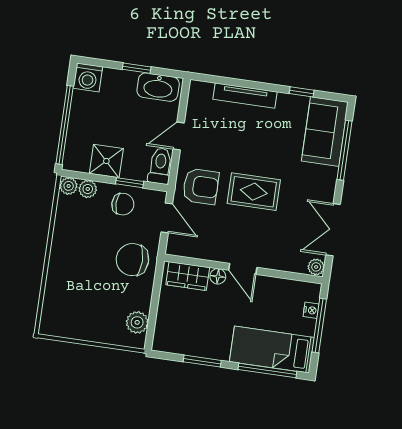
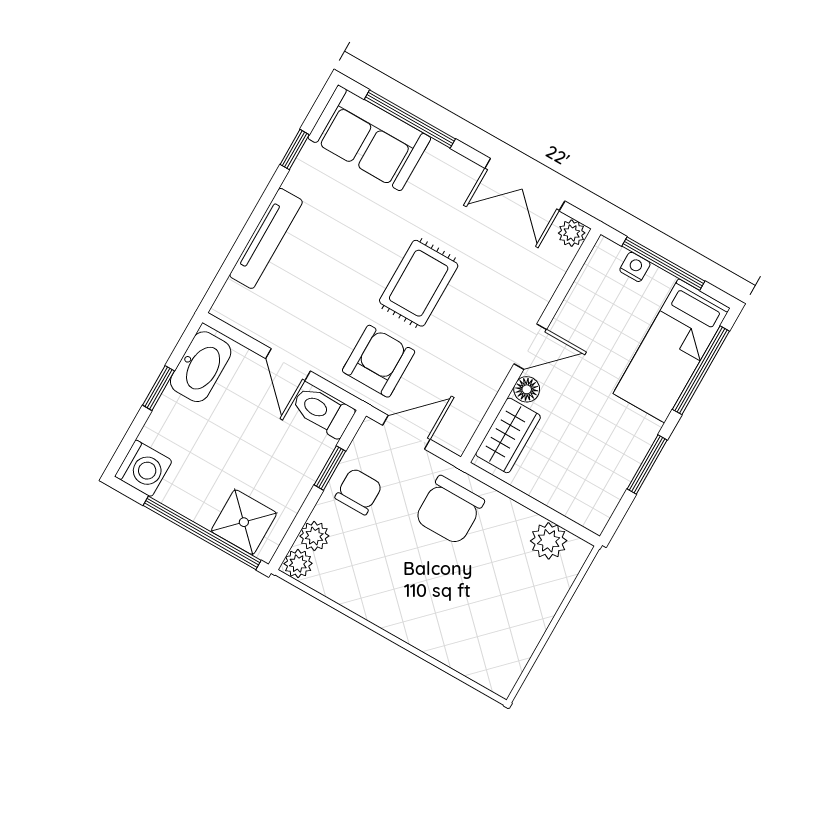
shower: (106, 161) -> (244, 522), moved

